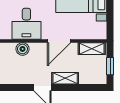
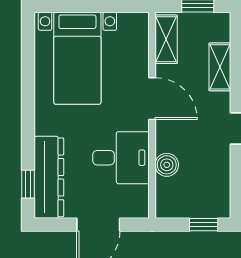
shelving: (65, 78) -> (220, 67), moved

